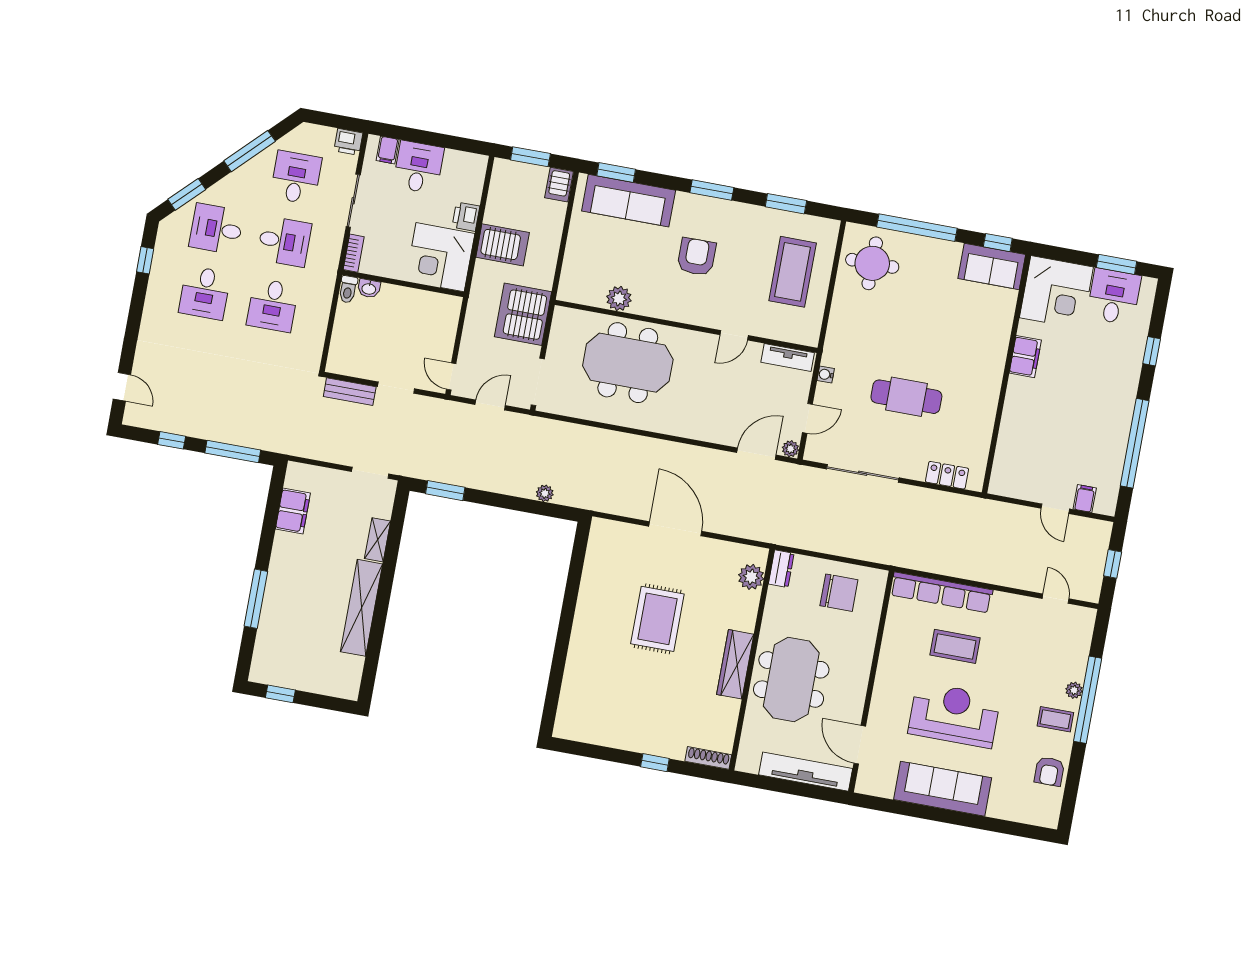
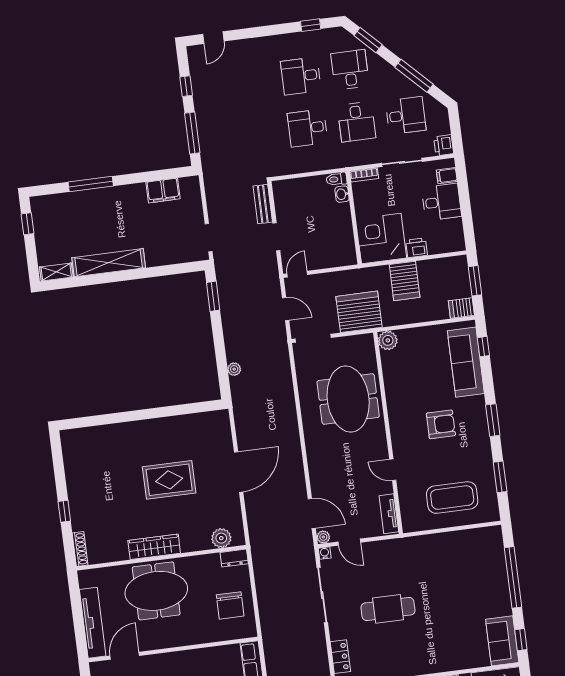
window: (616, 172) -> (483, 347), width x0.67
round table: (872, 263) -> (477, 553), removed
plant: (619, 299) -> (388, 340), moved
water cooler: (826, 374) -> (325, 553), moved
cafe table: (906, 397) -> (388, 609), turned 90
shelving: (378, 540) -> (56, 272), moved

